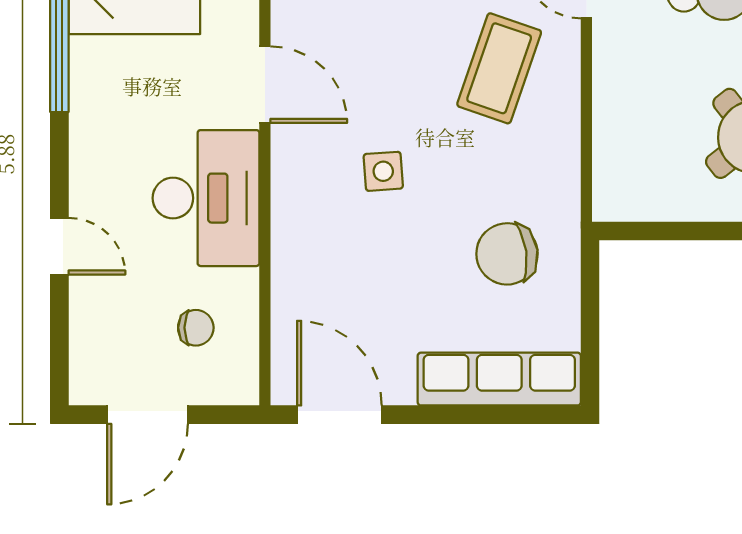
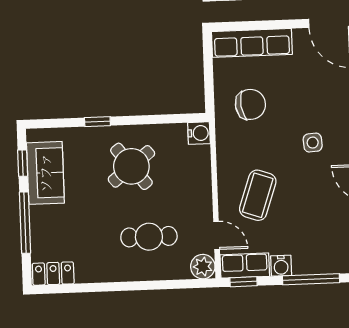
water cooler: (614, 200) -> (199, 133), added

